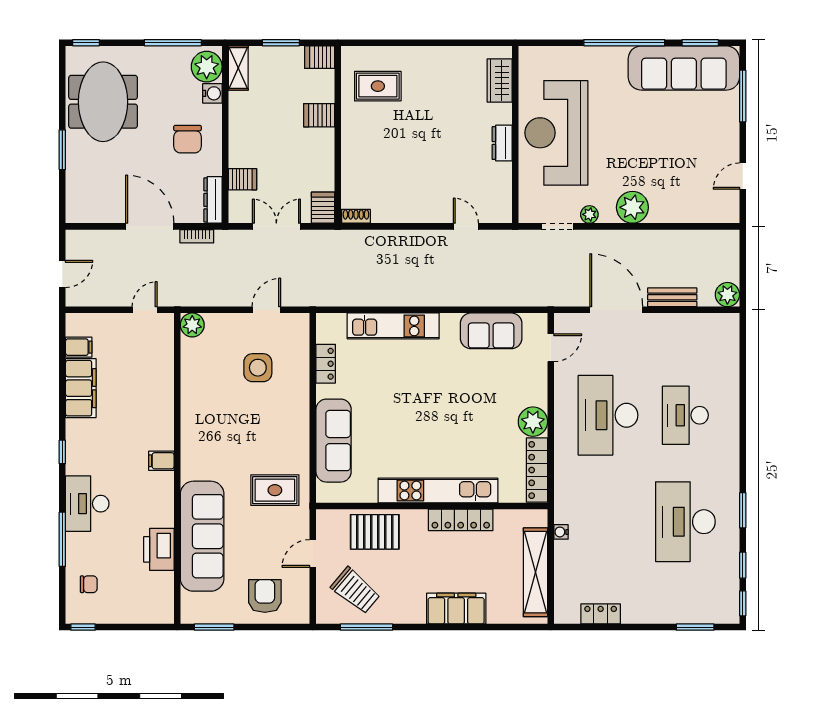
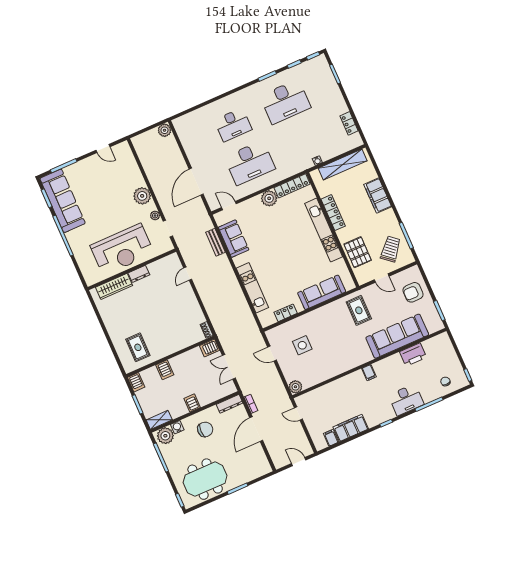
wardrobe: (500, 81) -> (114, 286), width x1.50
server rack: (242, 179) -> (192, 403), moved
bench: (672, 297) -> (216, 242), moved

